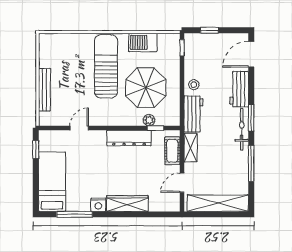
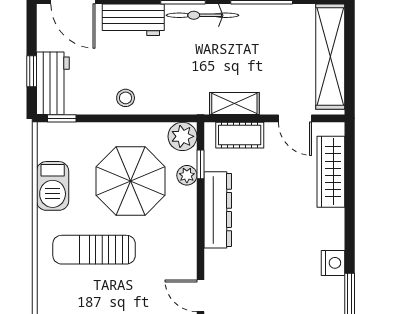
sun lounger: (106, 66) -> (94, 250), width x0.73, depth x0.75
workbench: (194, 114) -> (53, 83), moved, turned 90
plant: (172, 118) -> (182, 136), added
wardrobe: (127, 204) -> (331, 172), moved

